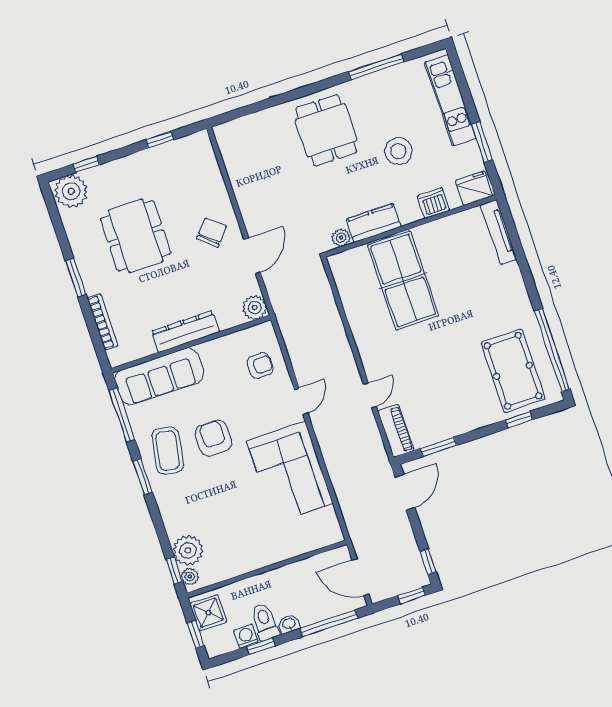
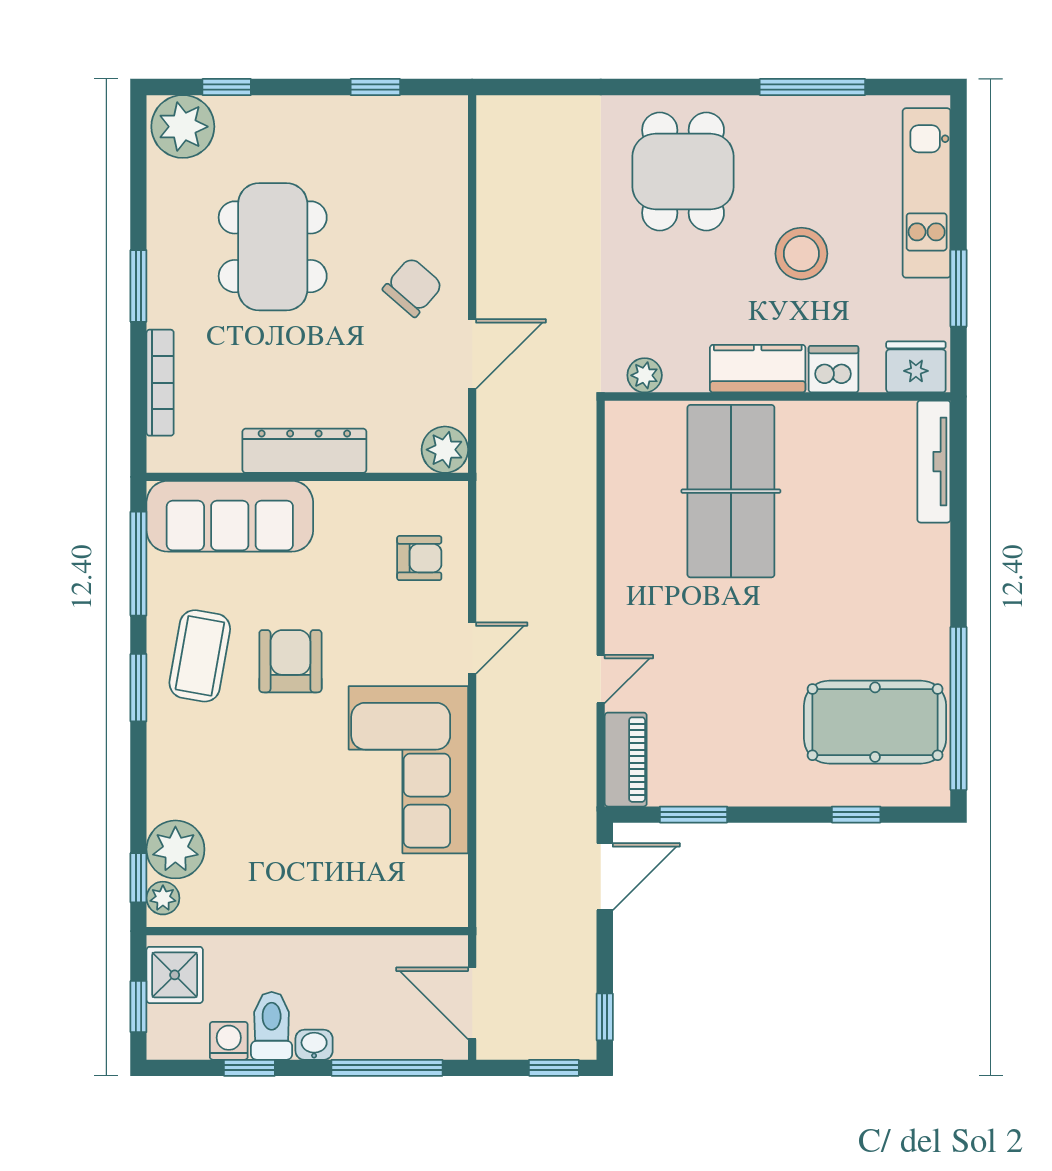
kitchen counter: (374, 223) -> (758, 369), moved
pool table: (513, 371) -> (875, 722), turned 90

